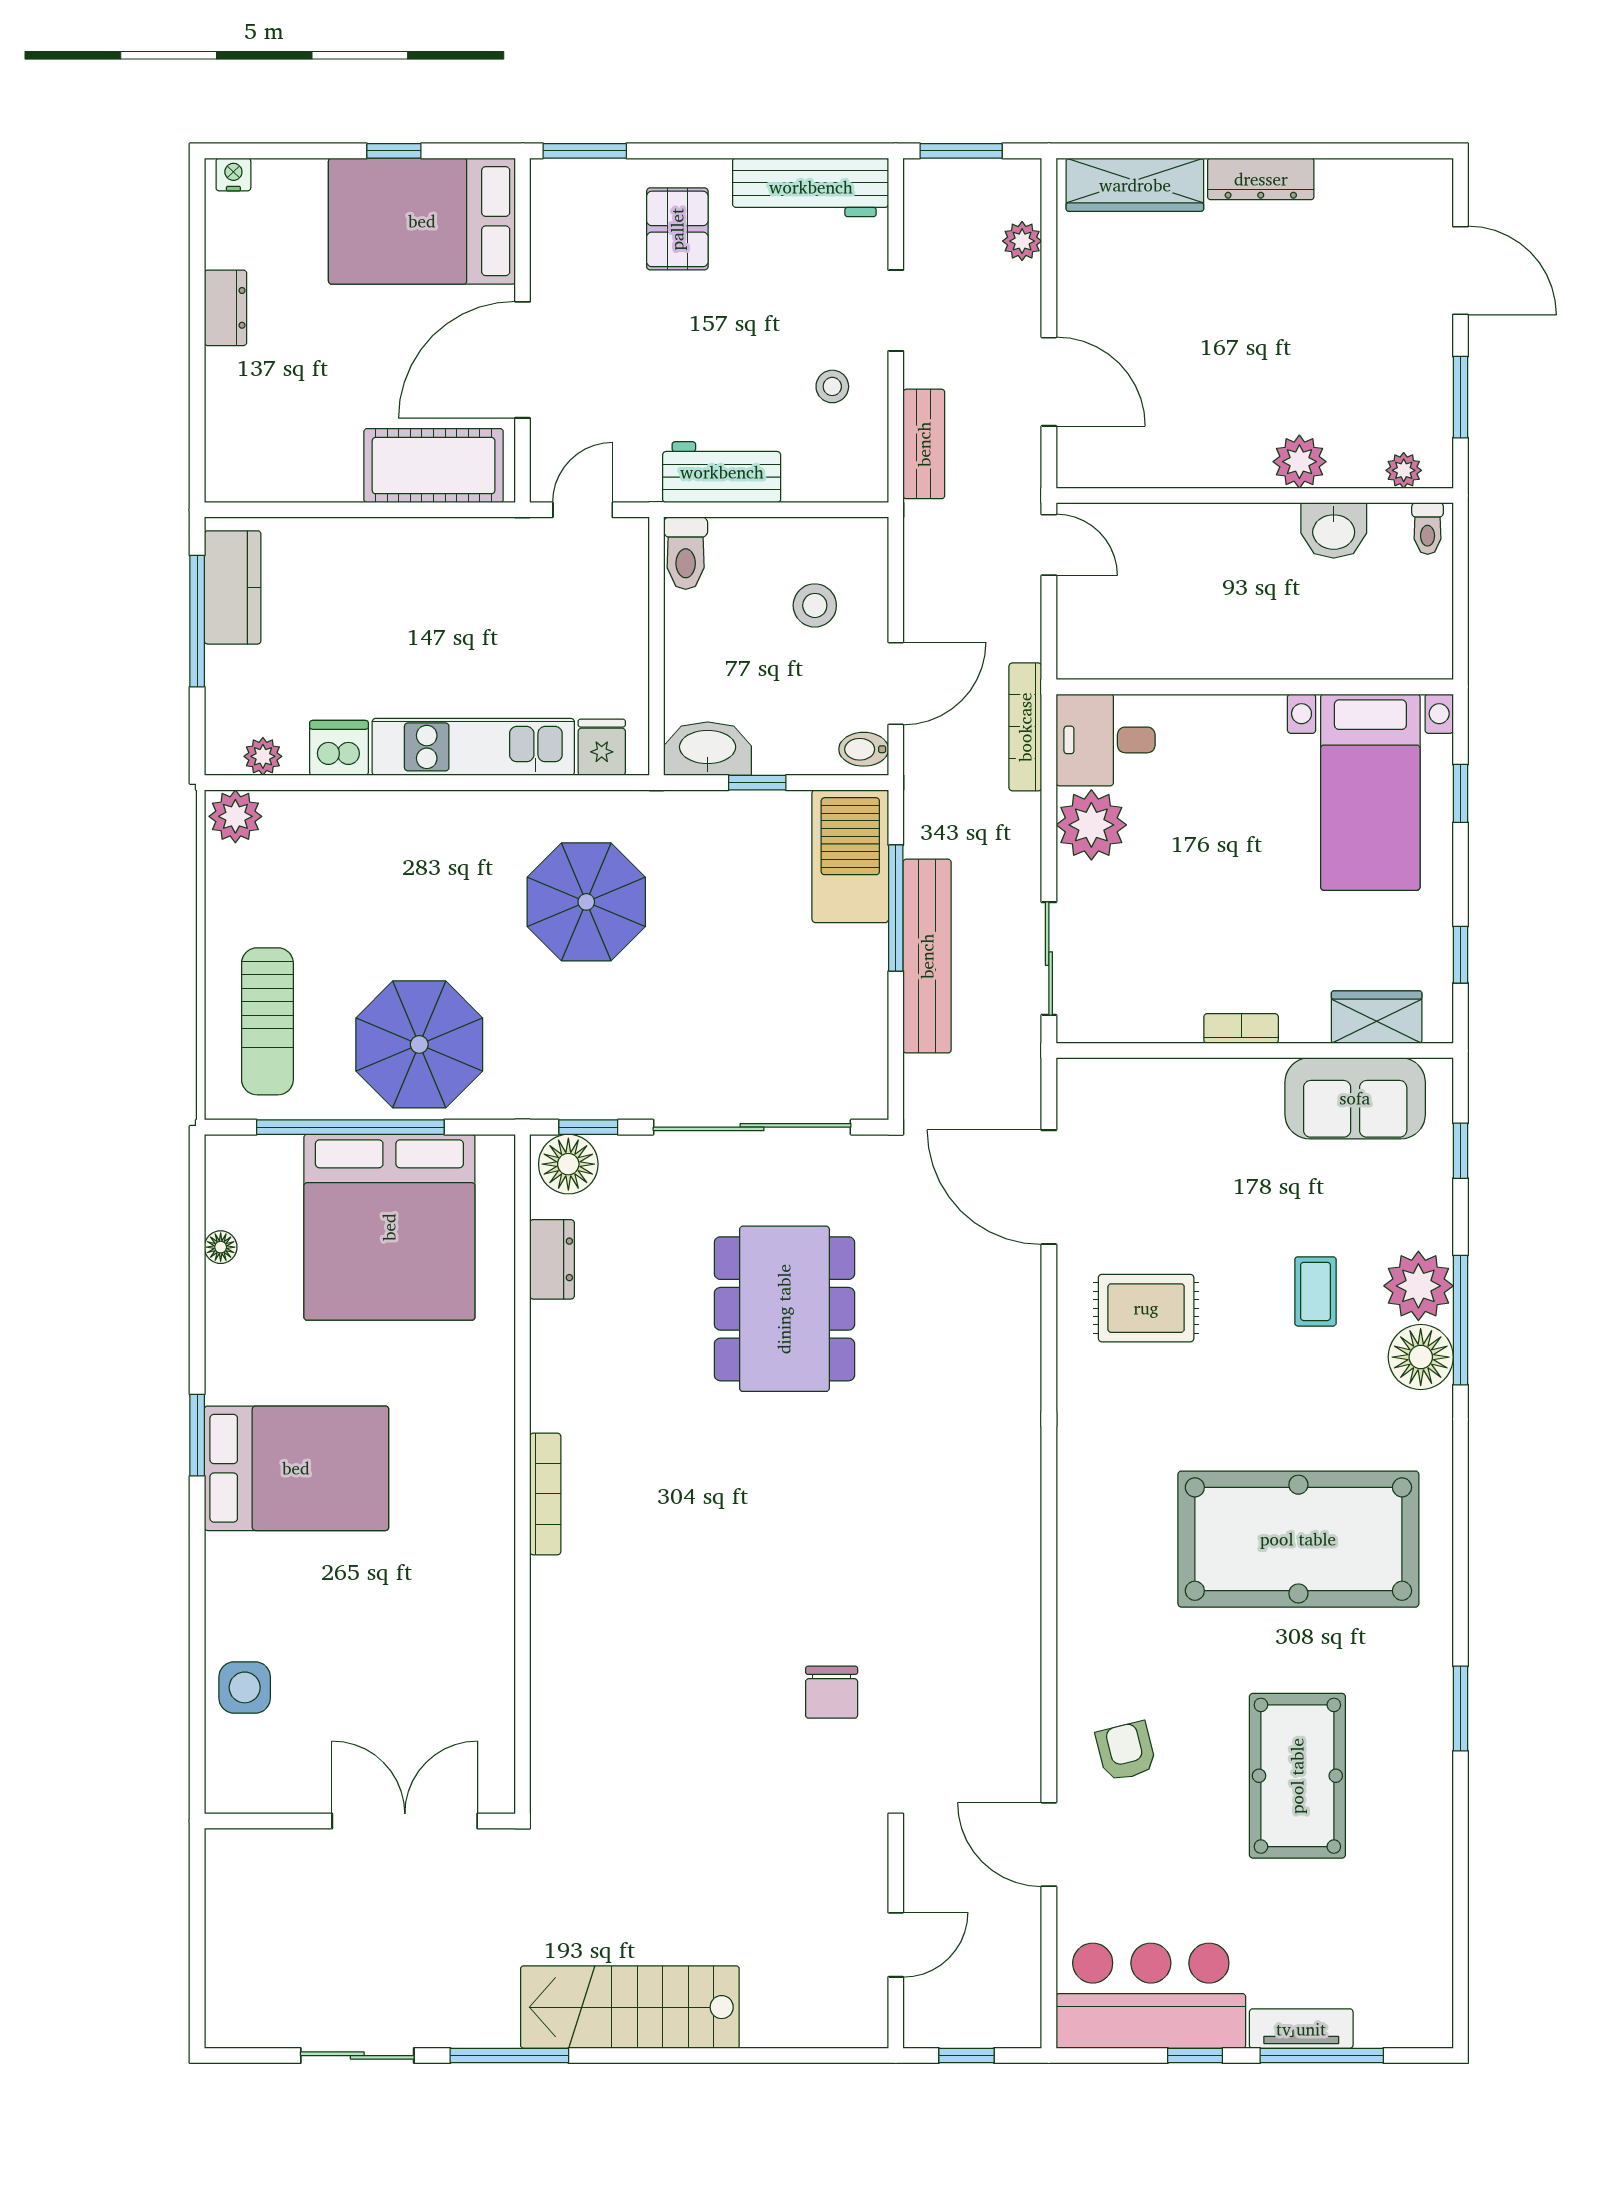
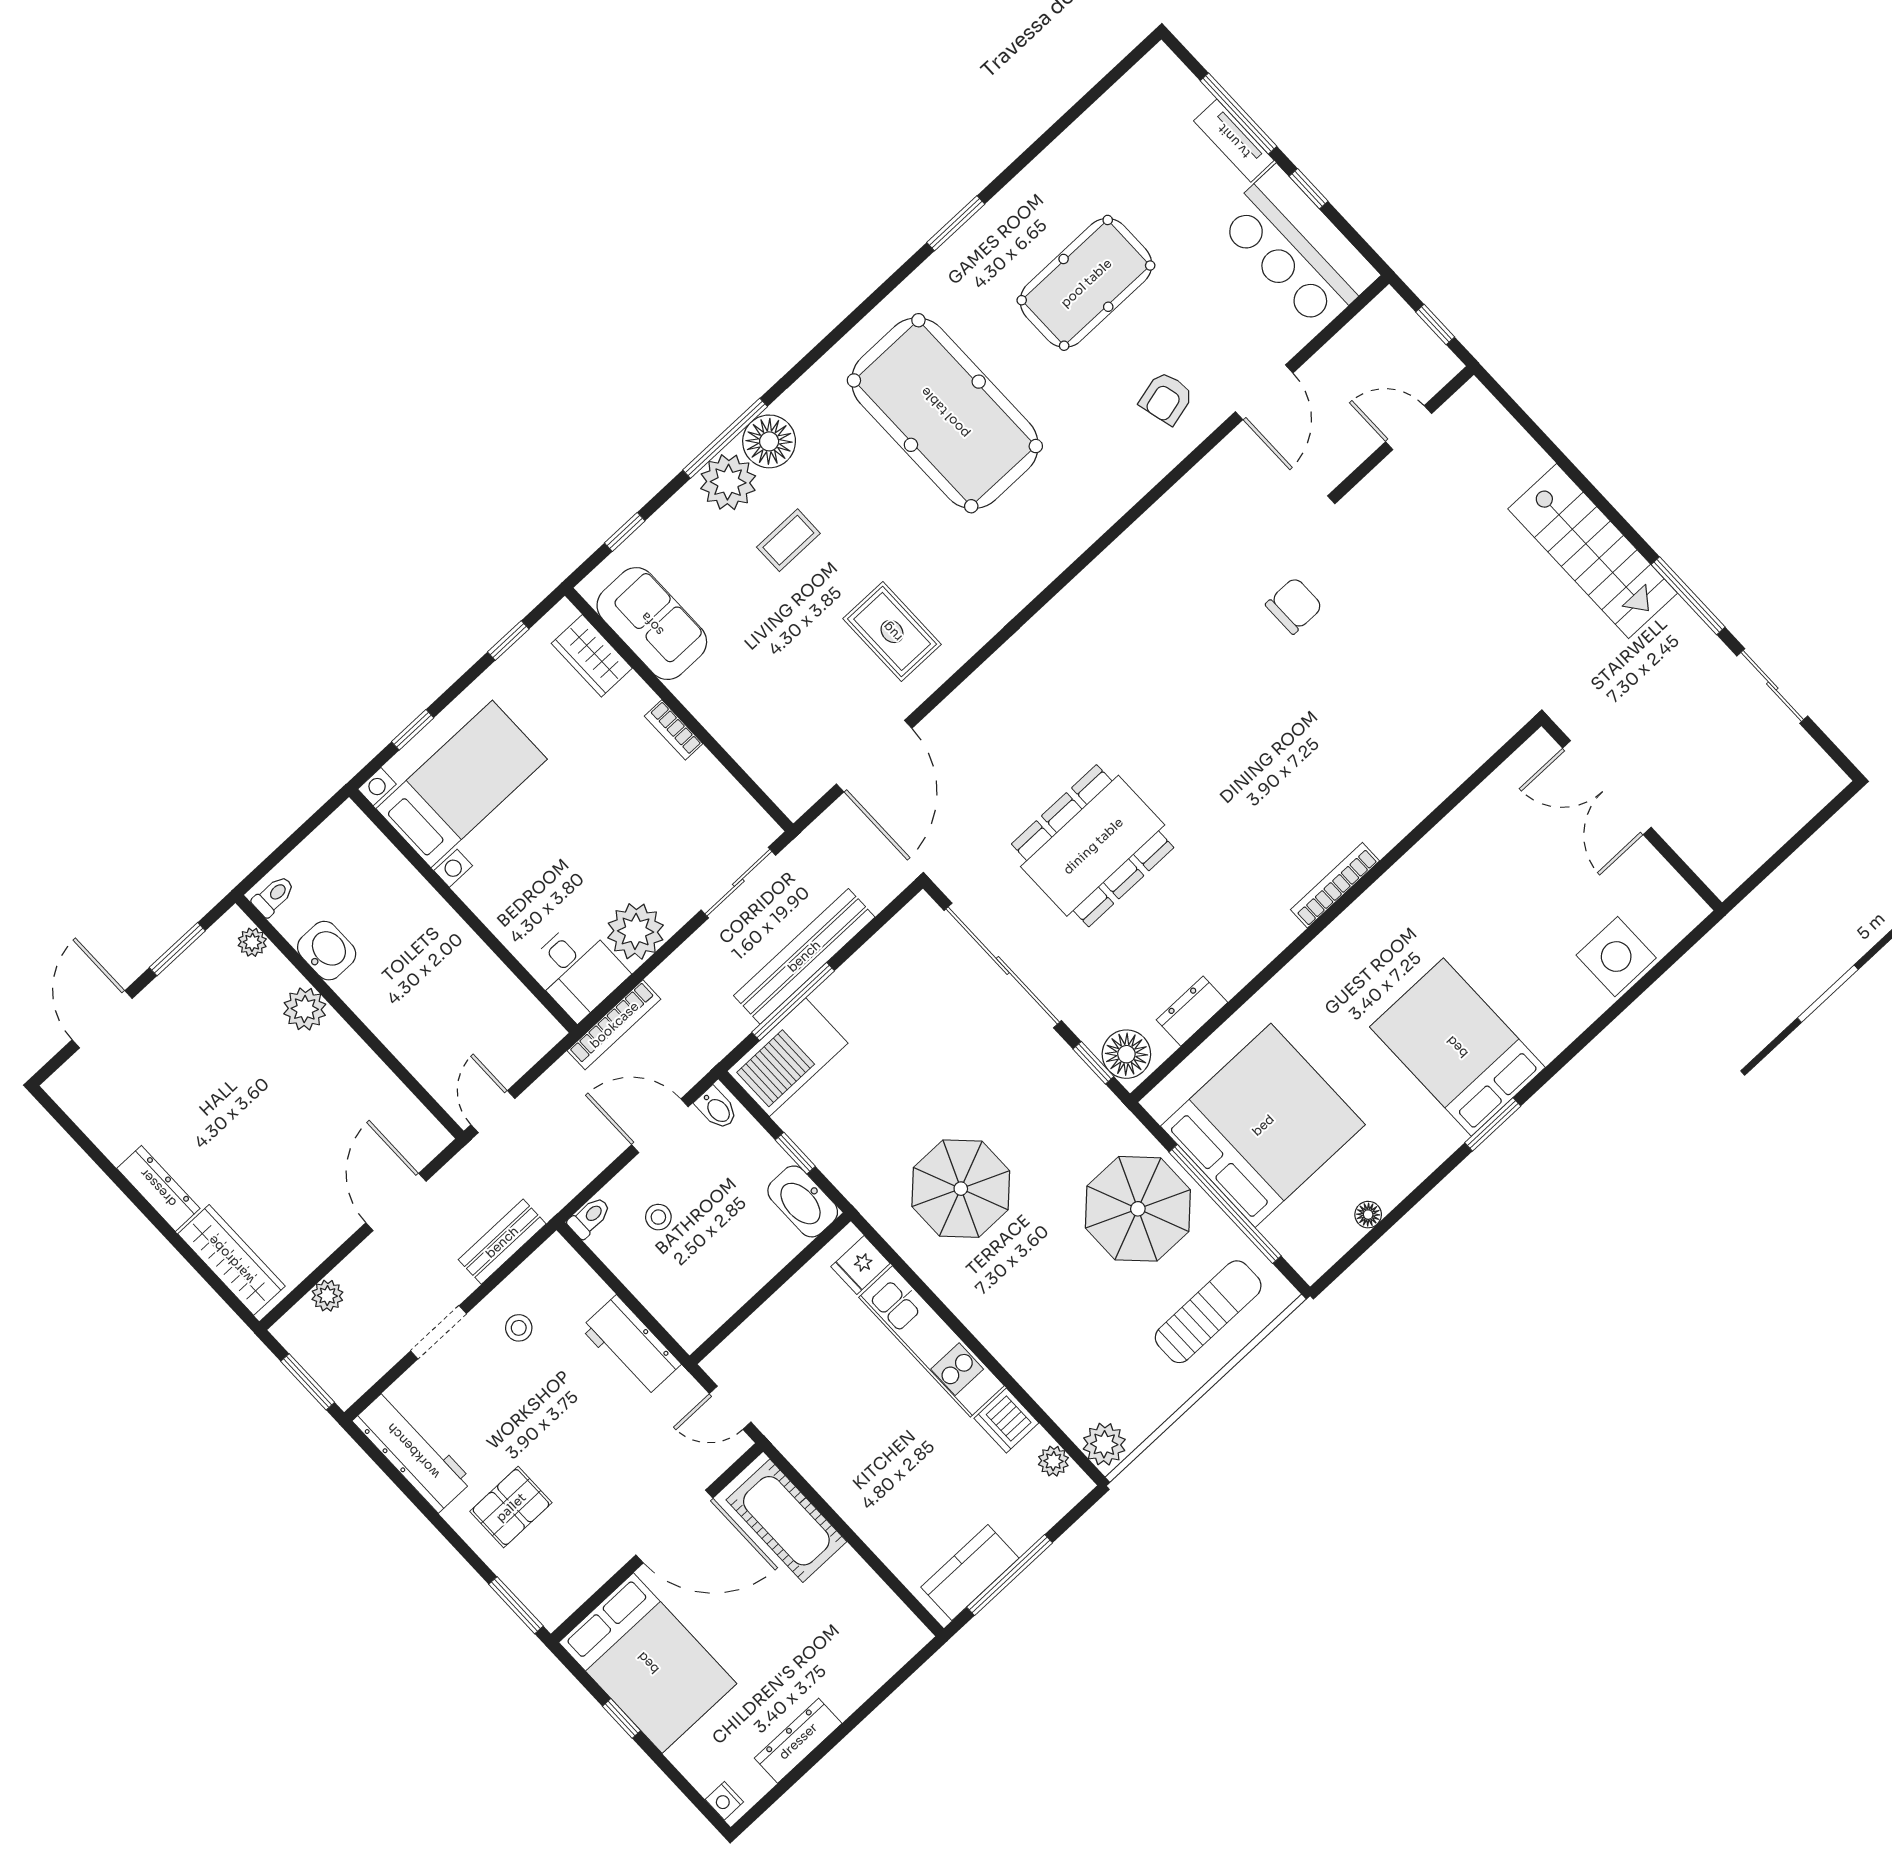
dresser: (226, 308) -> (798, 1741), width x1.44
toilet: (686, 553) -> (589, 1217), moved, width x0.73, depth x0.72
stool: (815, 605) -> (658, 1217), width x0.73, depth x0.73
side table: (245, 1687) -> (1616, 957), width x1.37, depth x1.37

